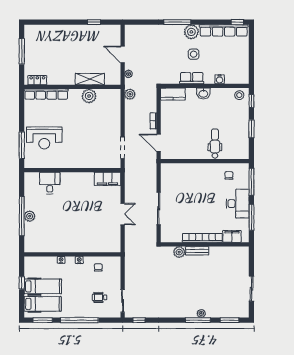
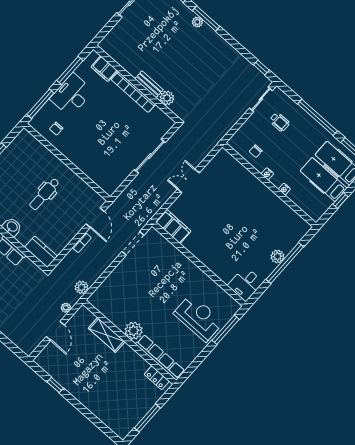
plant: (89, 96) -> (134, 331), moved
dental chair: (215, 144) -> (44, 194), moved
desk: (50, 183) -> (245, 284), moved

